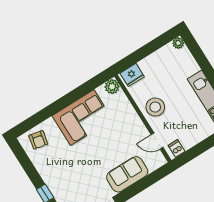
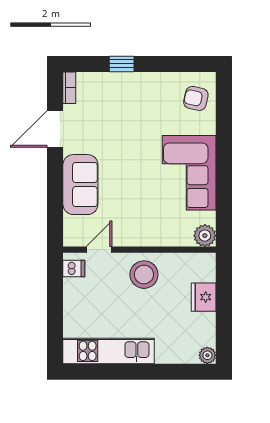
fridge: (132, 75) -> (204, 297), moved

